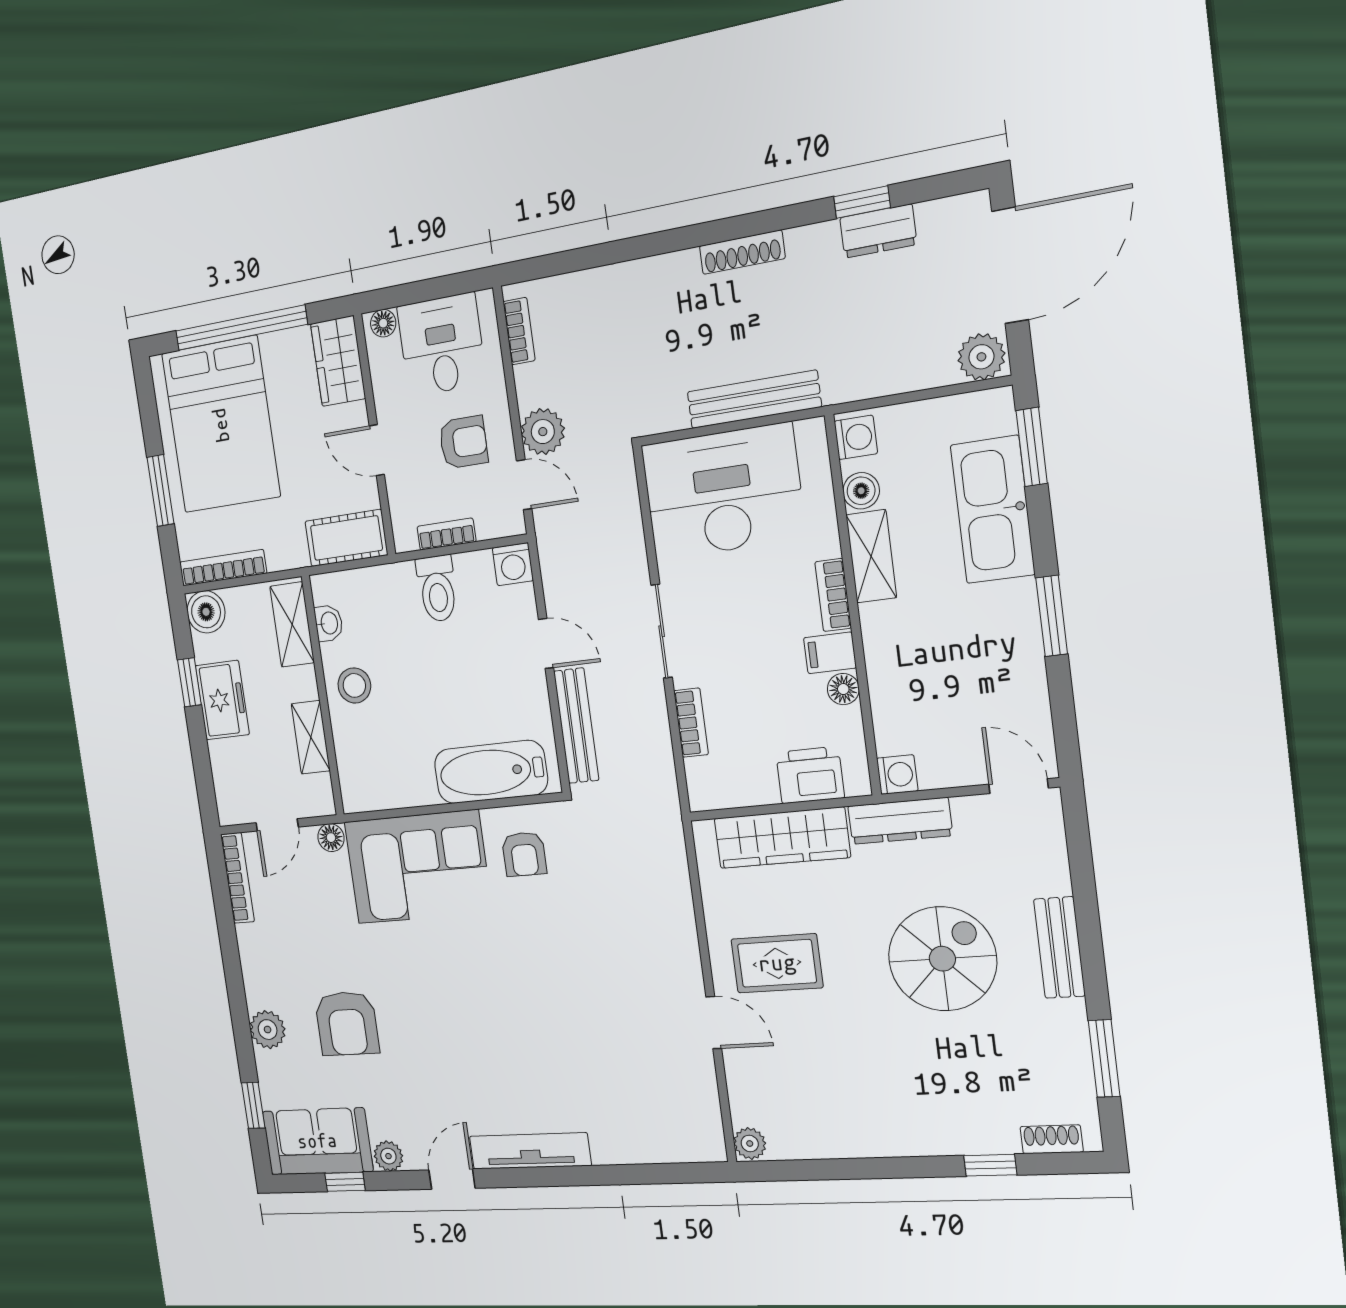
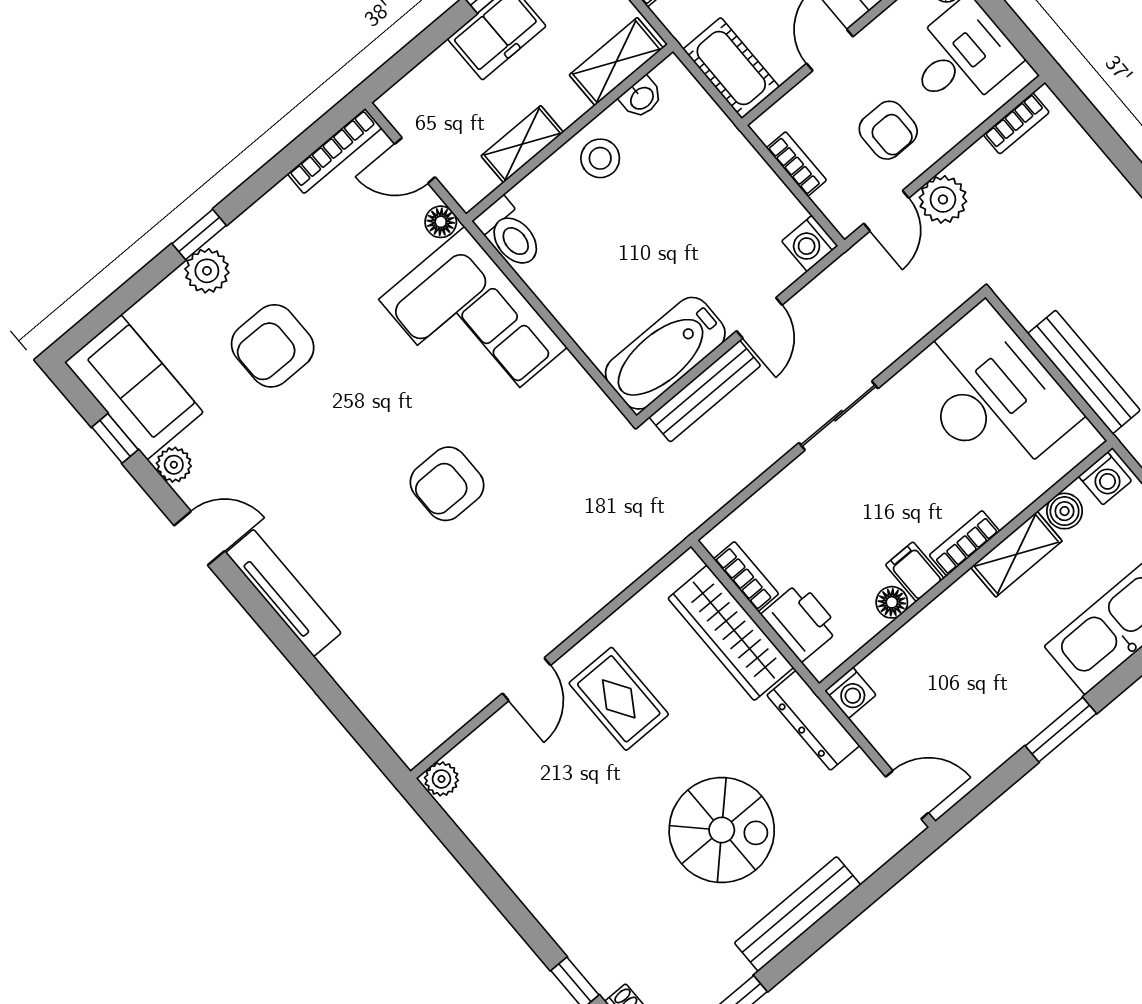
toilet: (437, 589) -> (510, 234), moved, turned -90
bookcase: (691, 723) -> (746, 576), moved, turned -90
bathtub: (491, 772) -> (665, 353), moved, turned -90
door: (1018, 786) -> (907, 795), hinge flipped
armchair: (524, 854) -> (447, 484), moved, width x1.38, depth x1.38
bench: (1059, 948) -> (797, 914), width x1.36
window: (253, 1105) -> (199, 235), moved

